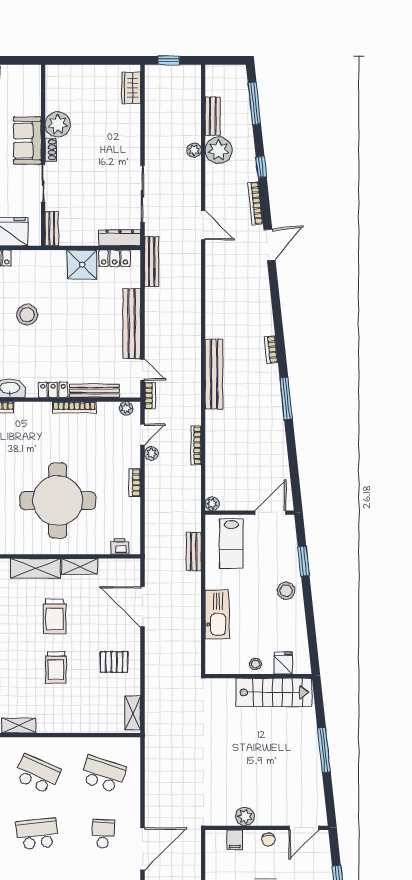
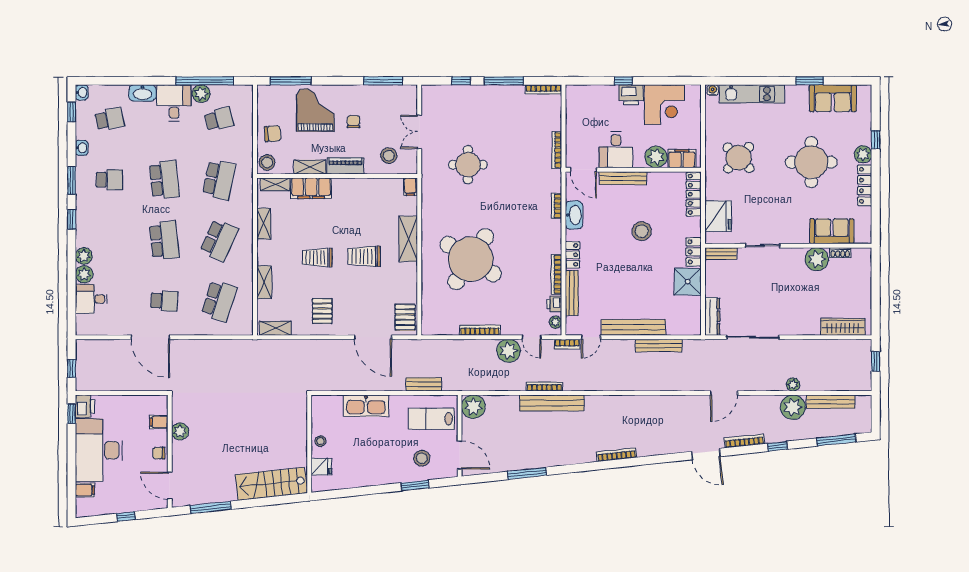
wardrobe: (131, 88) -> (843, 327), width x1.50
bench: (213, 116) -> (831, 402), width x1.36
sofa: (27, 141) -> (832, 231), moved
shoe rack: (51, 150) -> (840, 253), moved
locker: (115, 258) -> (694, 252), moved
bench: (152, 262) -> (659, 346), moved
bookcase: (271, 350) -> (617, 455), width x1.56
bench: (214, 374) -> (552, 403), moved
window: (286, 398) -> (527, 473), moved
bookcase: (196, 445) -> (544, 386), moved
plant: (151, 453) -> (509, 351), width x1.88, depth x1.88
bookcase: (135, 483) -> (480, 330), width x1.56
round table: (58, 501) -> (471, 259), turned 33
plant: (212, 504) -> (473, 407), width x1.88, depth x1.88
printer: (120, 546) -> (554, 304), moved, turned 180
shelving: (80, 566) -> (264, 282), moved
pallet: (121, 572) -> (405, 317), added
stool: (286, 591) -> (422, 458), moved
door: (142, 607) -> (373, 337), swing flipped
stairs: (274, 692) -> (271, 484), moved, turned 84
window: (324, 750) -> (211, 507), moved

